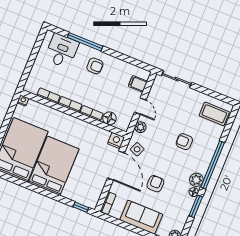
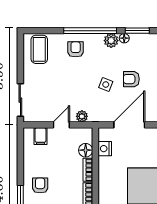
nightstand: (116, 140) -> (105, 149), moved
armchair: (184, 142) -> (76, 49), moved, turned 180
side table: (137, 149) -> (106, 85), moved

